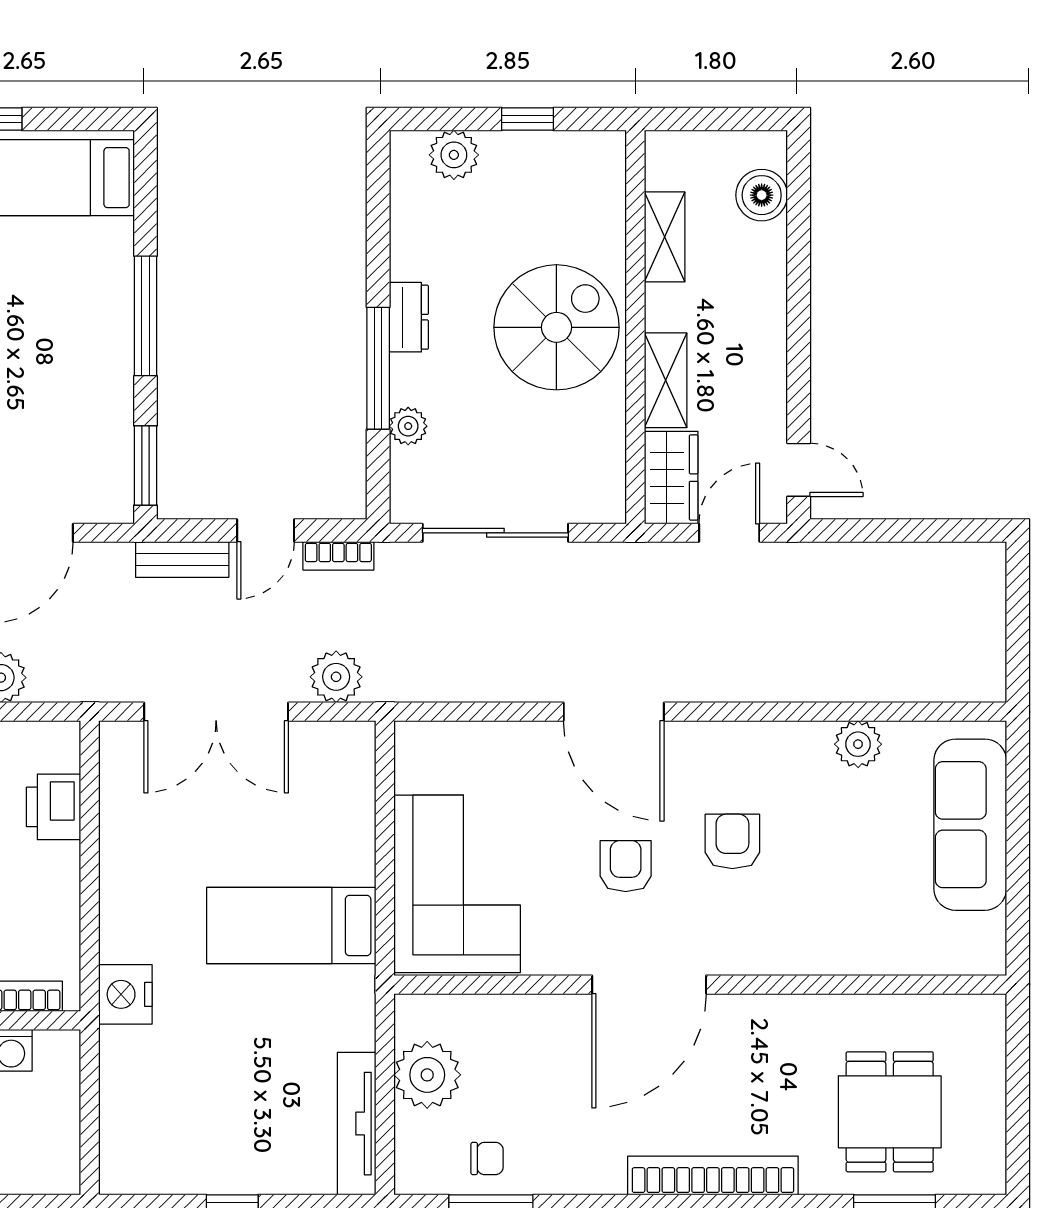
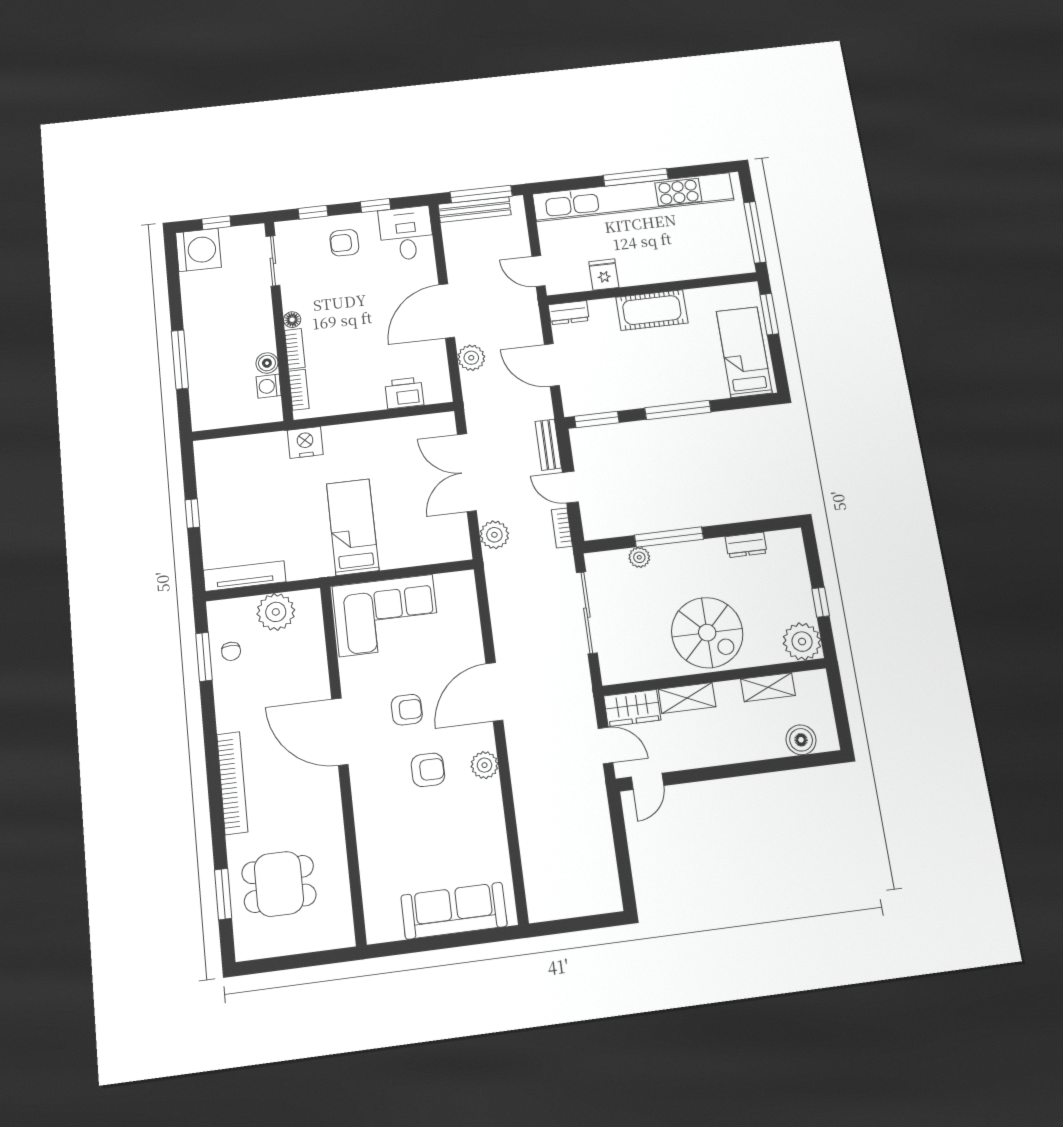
plant: (454, 155) -> (802, 642), moved, width x1.36, depth x1.36
dresser: (409, 317) -> (746, 545), moved
plant: (858, 744) -> (484, 765), moved

